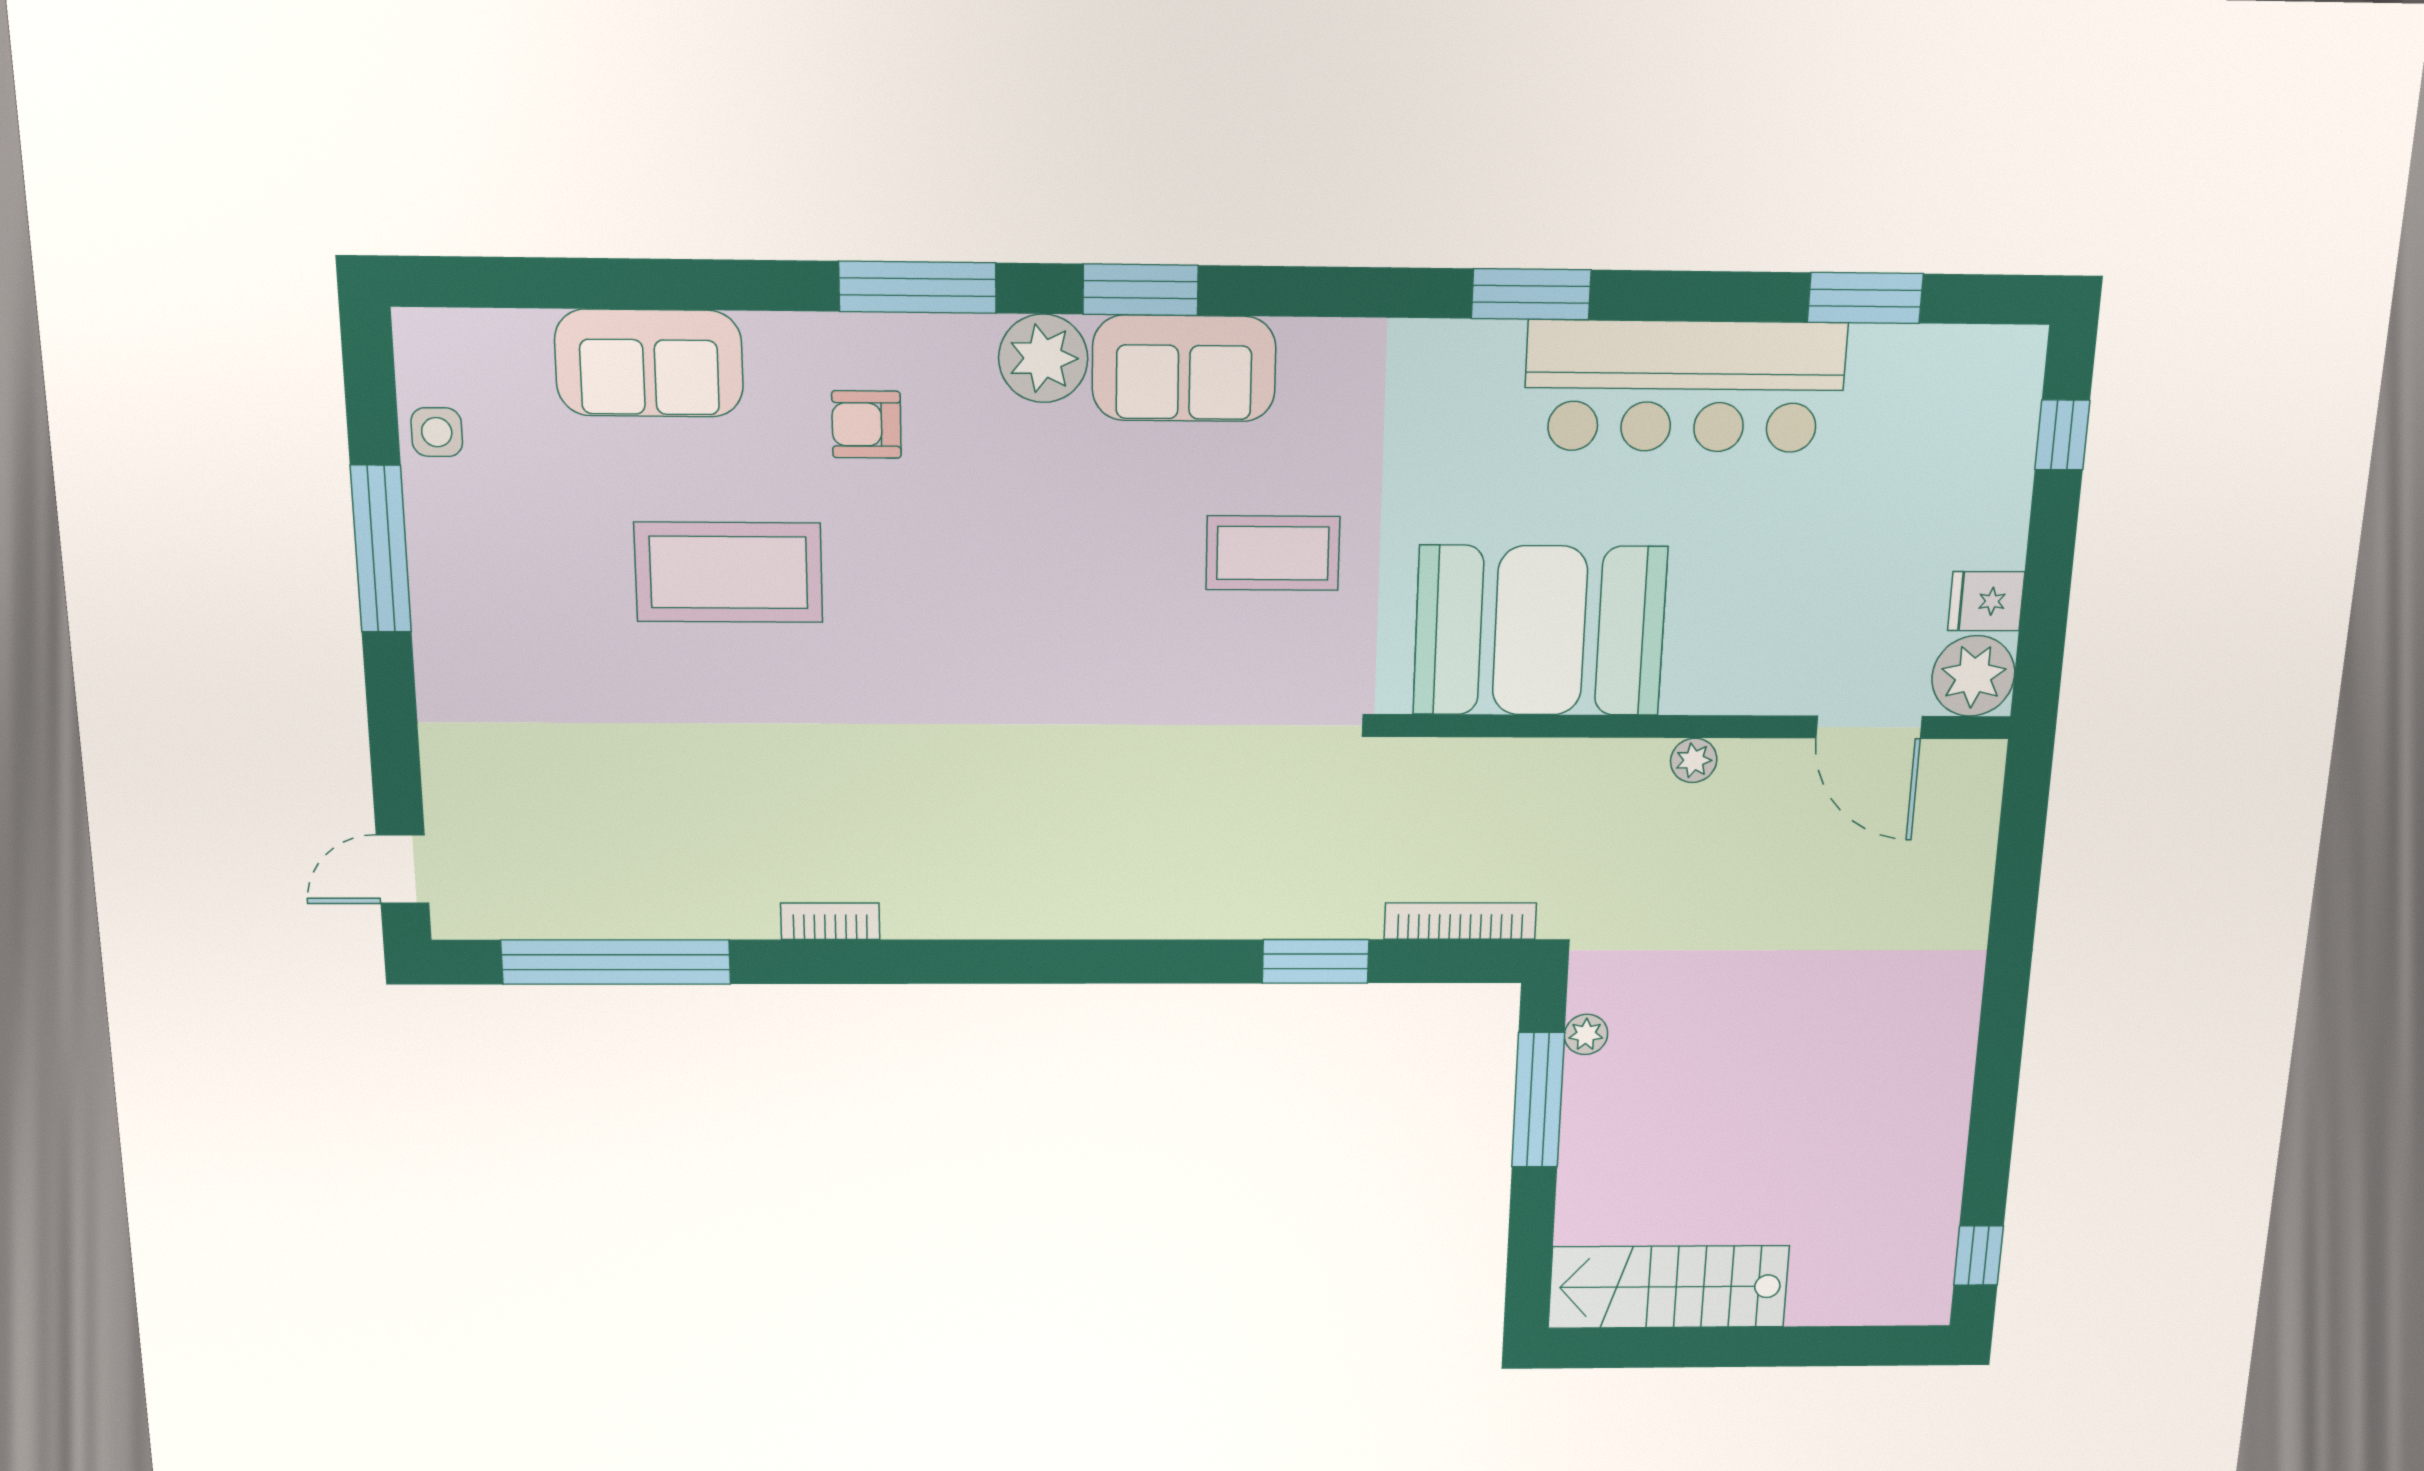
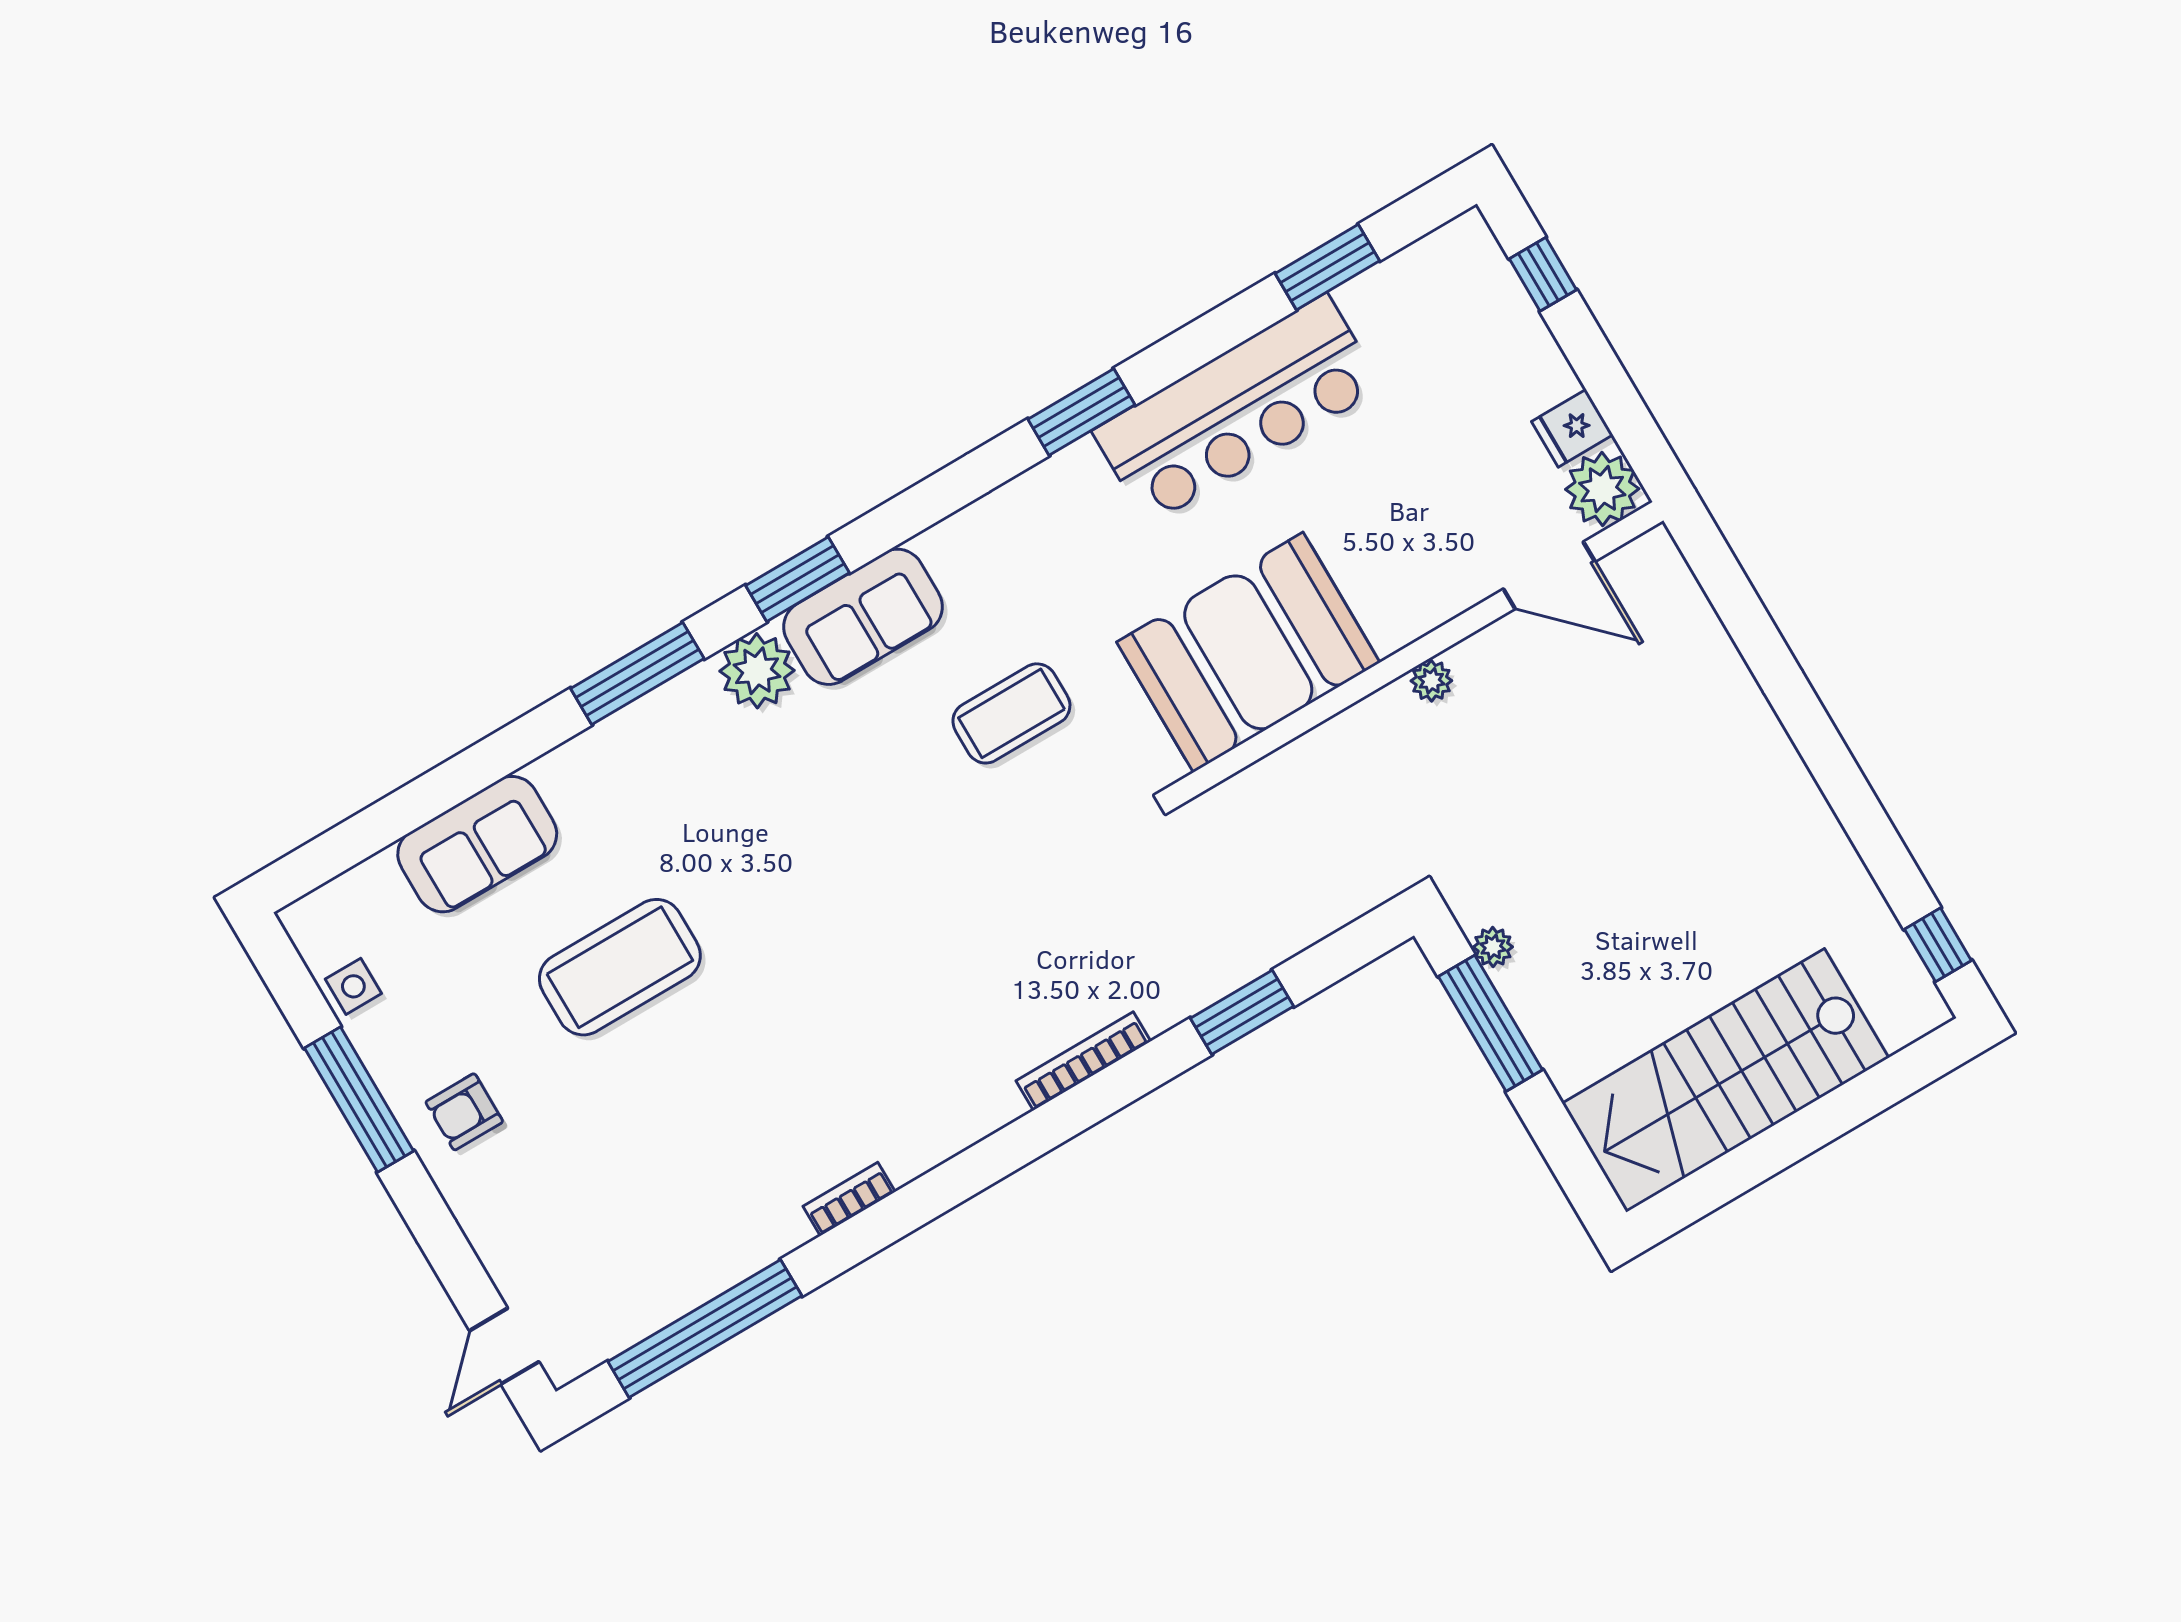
armchair: (866, 424) -> (464, 1112), moved
bookcase: (1460, 921) -> (1083, 1061), moved
stairs: (1668, 1287) -> (1725, 1081), width x1.36, depth x1.51

